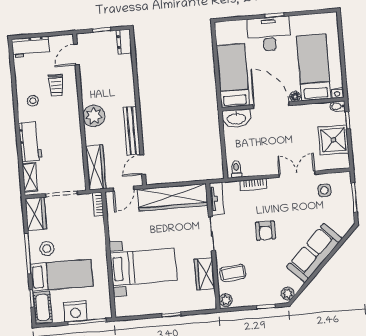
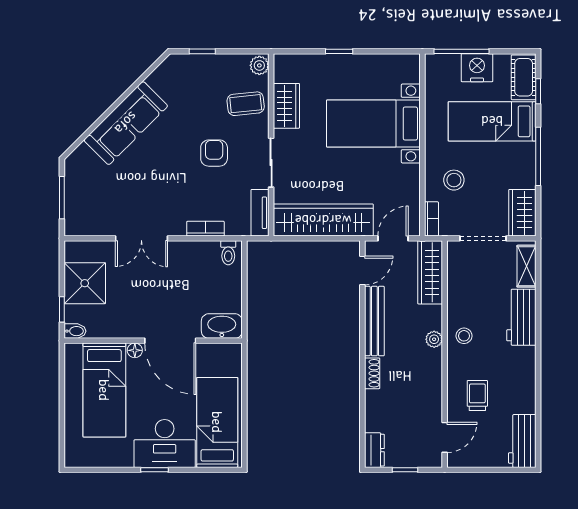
workbench: (31, 47) -> (522, 441), moved, turned -90
bed: (233, 76) -> (217, 422), moved, turned 180
nightstand: (337, 93) -> (74, 350), removed
shoe rack: (130, 94) -> (372, 373), added
stool: (33, 101) -> (464, 336), moved
plant: (94, 116) -> (434, 339), width x0.53, depth x0.53
side table: (324, 190) -> (104, 212), removed
armchair: (265, 231) -> (214, 153), moved
stool: (47, 249) -> (454, 180), moved
plant: (288, 293) -> (169, 68), removed

